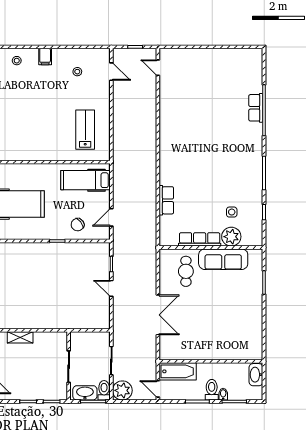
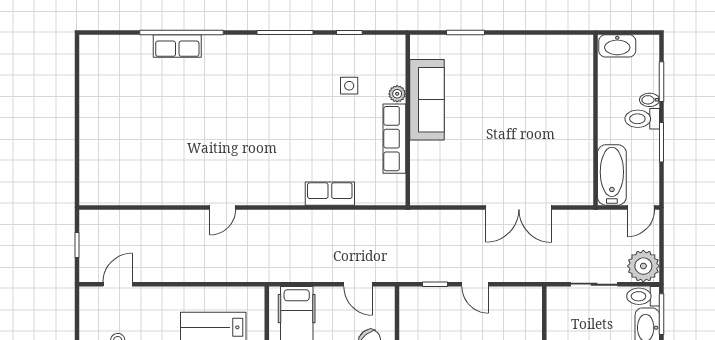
door: (158, 68) -> (223, 207), moved
plant: (231, 237) -> (397, 94), width x0.53, depth x0.53
cafe table: (186, 271) -> (447, 161), removed
door: (111, 288) -> (475, 284), hinge flipped
double door: (158, 315) -> (519, 207), swing flipped

